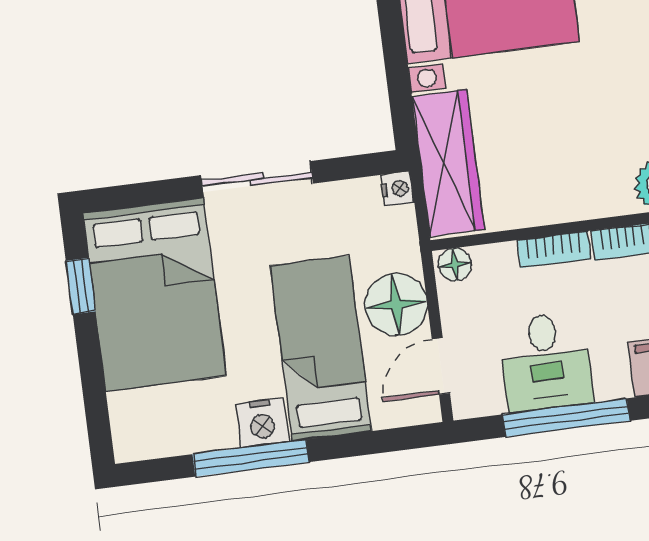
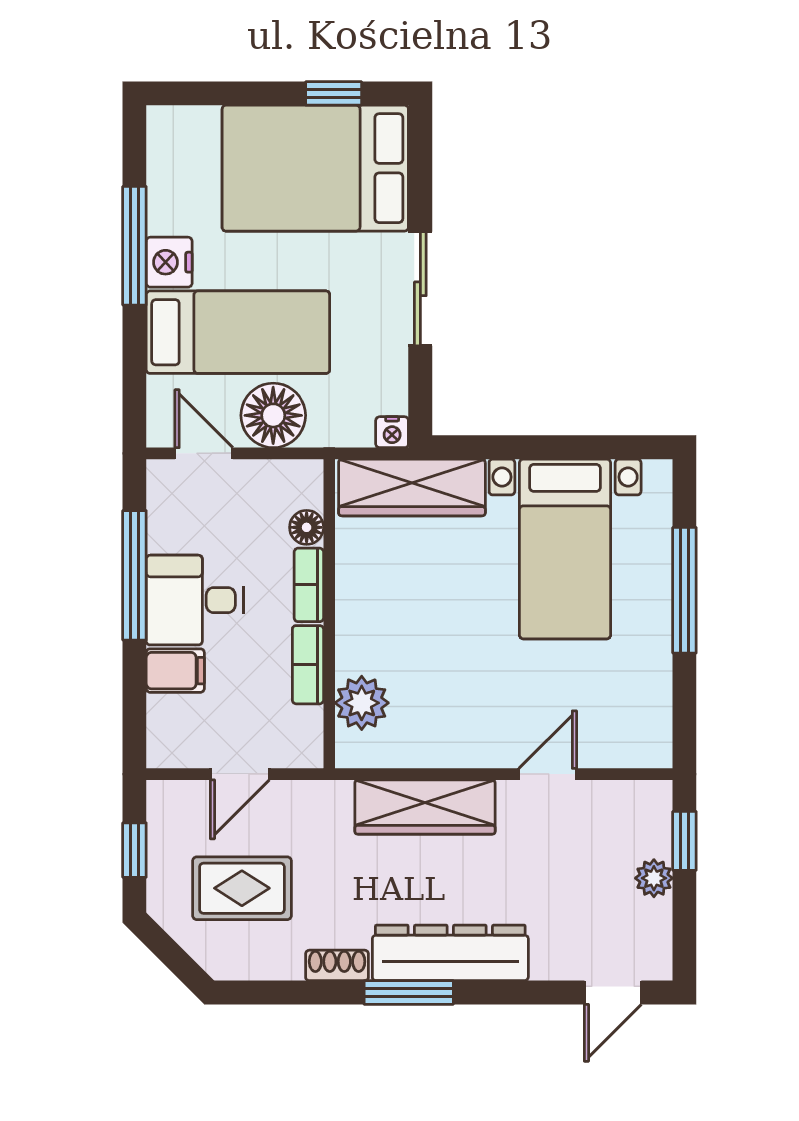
floor lamp: (455, 265) -> (307, 527), moved
desk: (546, 362) -> (195, 600), moved

